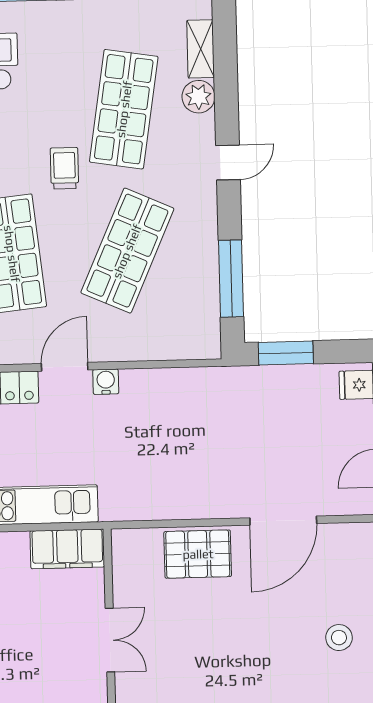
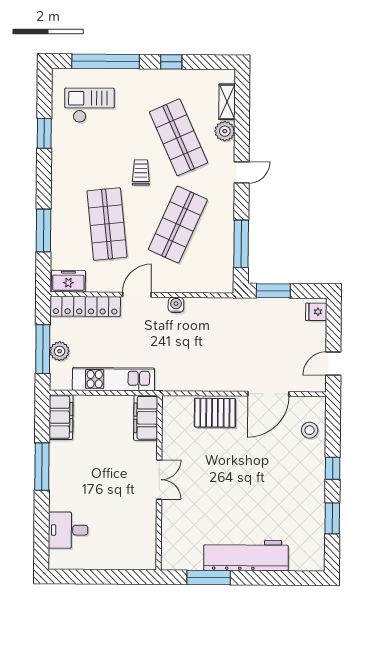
shop shelf: (124, 109) -> (179, 137), turned -33
water cooler: (106, 382) -> (176, 305), moved
filing cabinet: (67, 549) -> (146, 418), moved, turned 90
stool: (339, 638) -> (310, 430), moved
double door: (110, 640) -> (159, 480), moved

